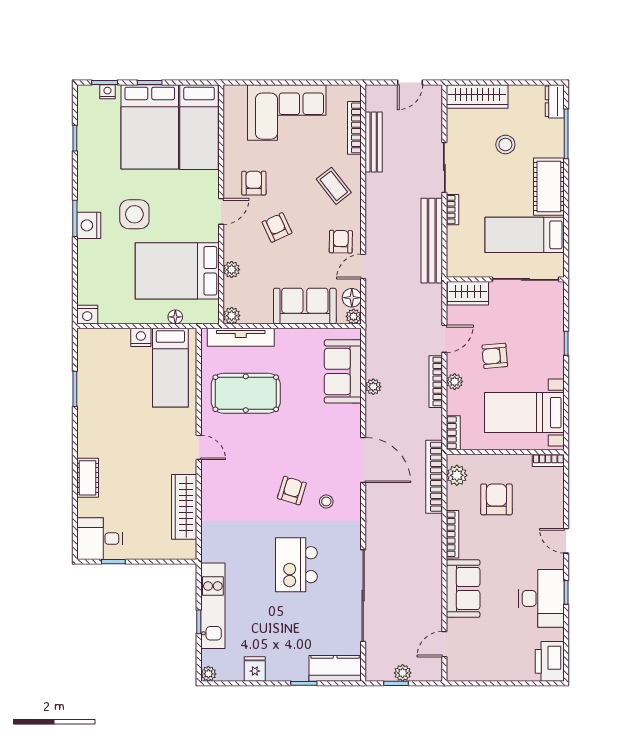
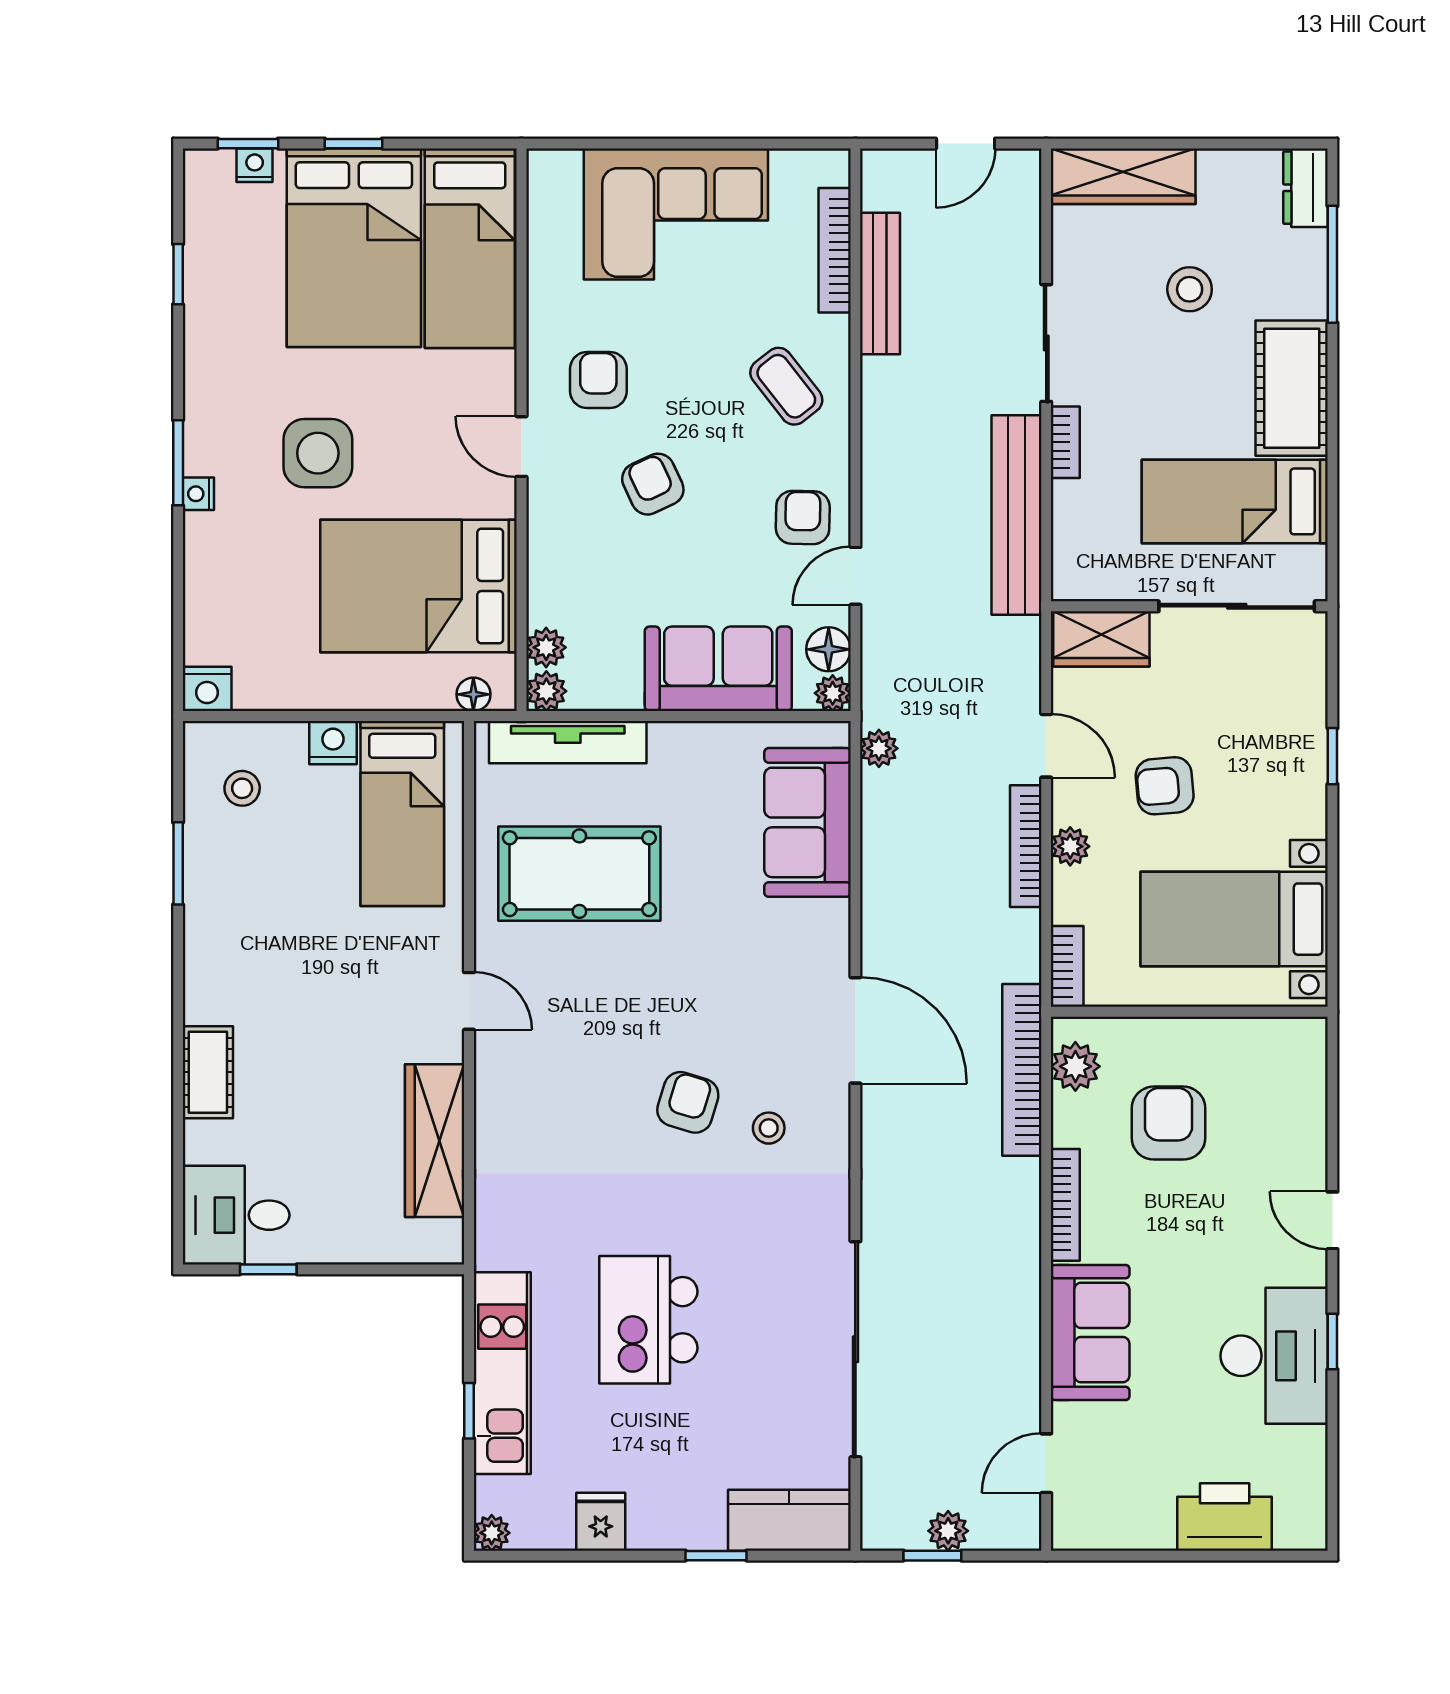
door: (221, 211) -> (521, 447), swing flipped
nightstand: (89, 225) -> (198, 494), width x0.53, depth x0.56
plant: (232, 270) -> (546, 647), moved
floor lamp: (175, 317) -> (473, 694), moved
door: (444, 339) -> (1046, 746), hinge flipped
stool: (102, 357) -> (242, 788), added
plant: (373, 387) -> (879, 748), moved
bookcase: (548, 460) -> (1290, 1031), removed
kitchen island: (296, 565) -> (648, 1320), moved
printer: (550, 661) -> (1225, 1517), moved, turned 90

